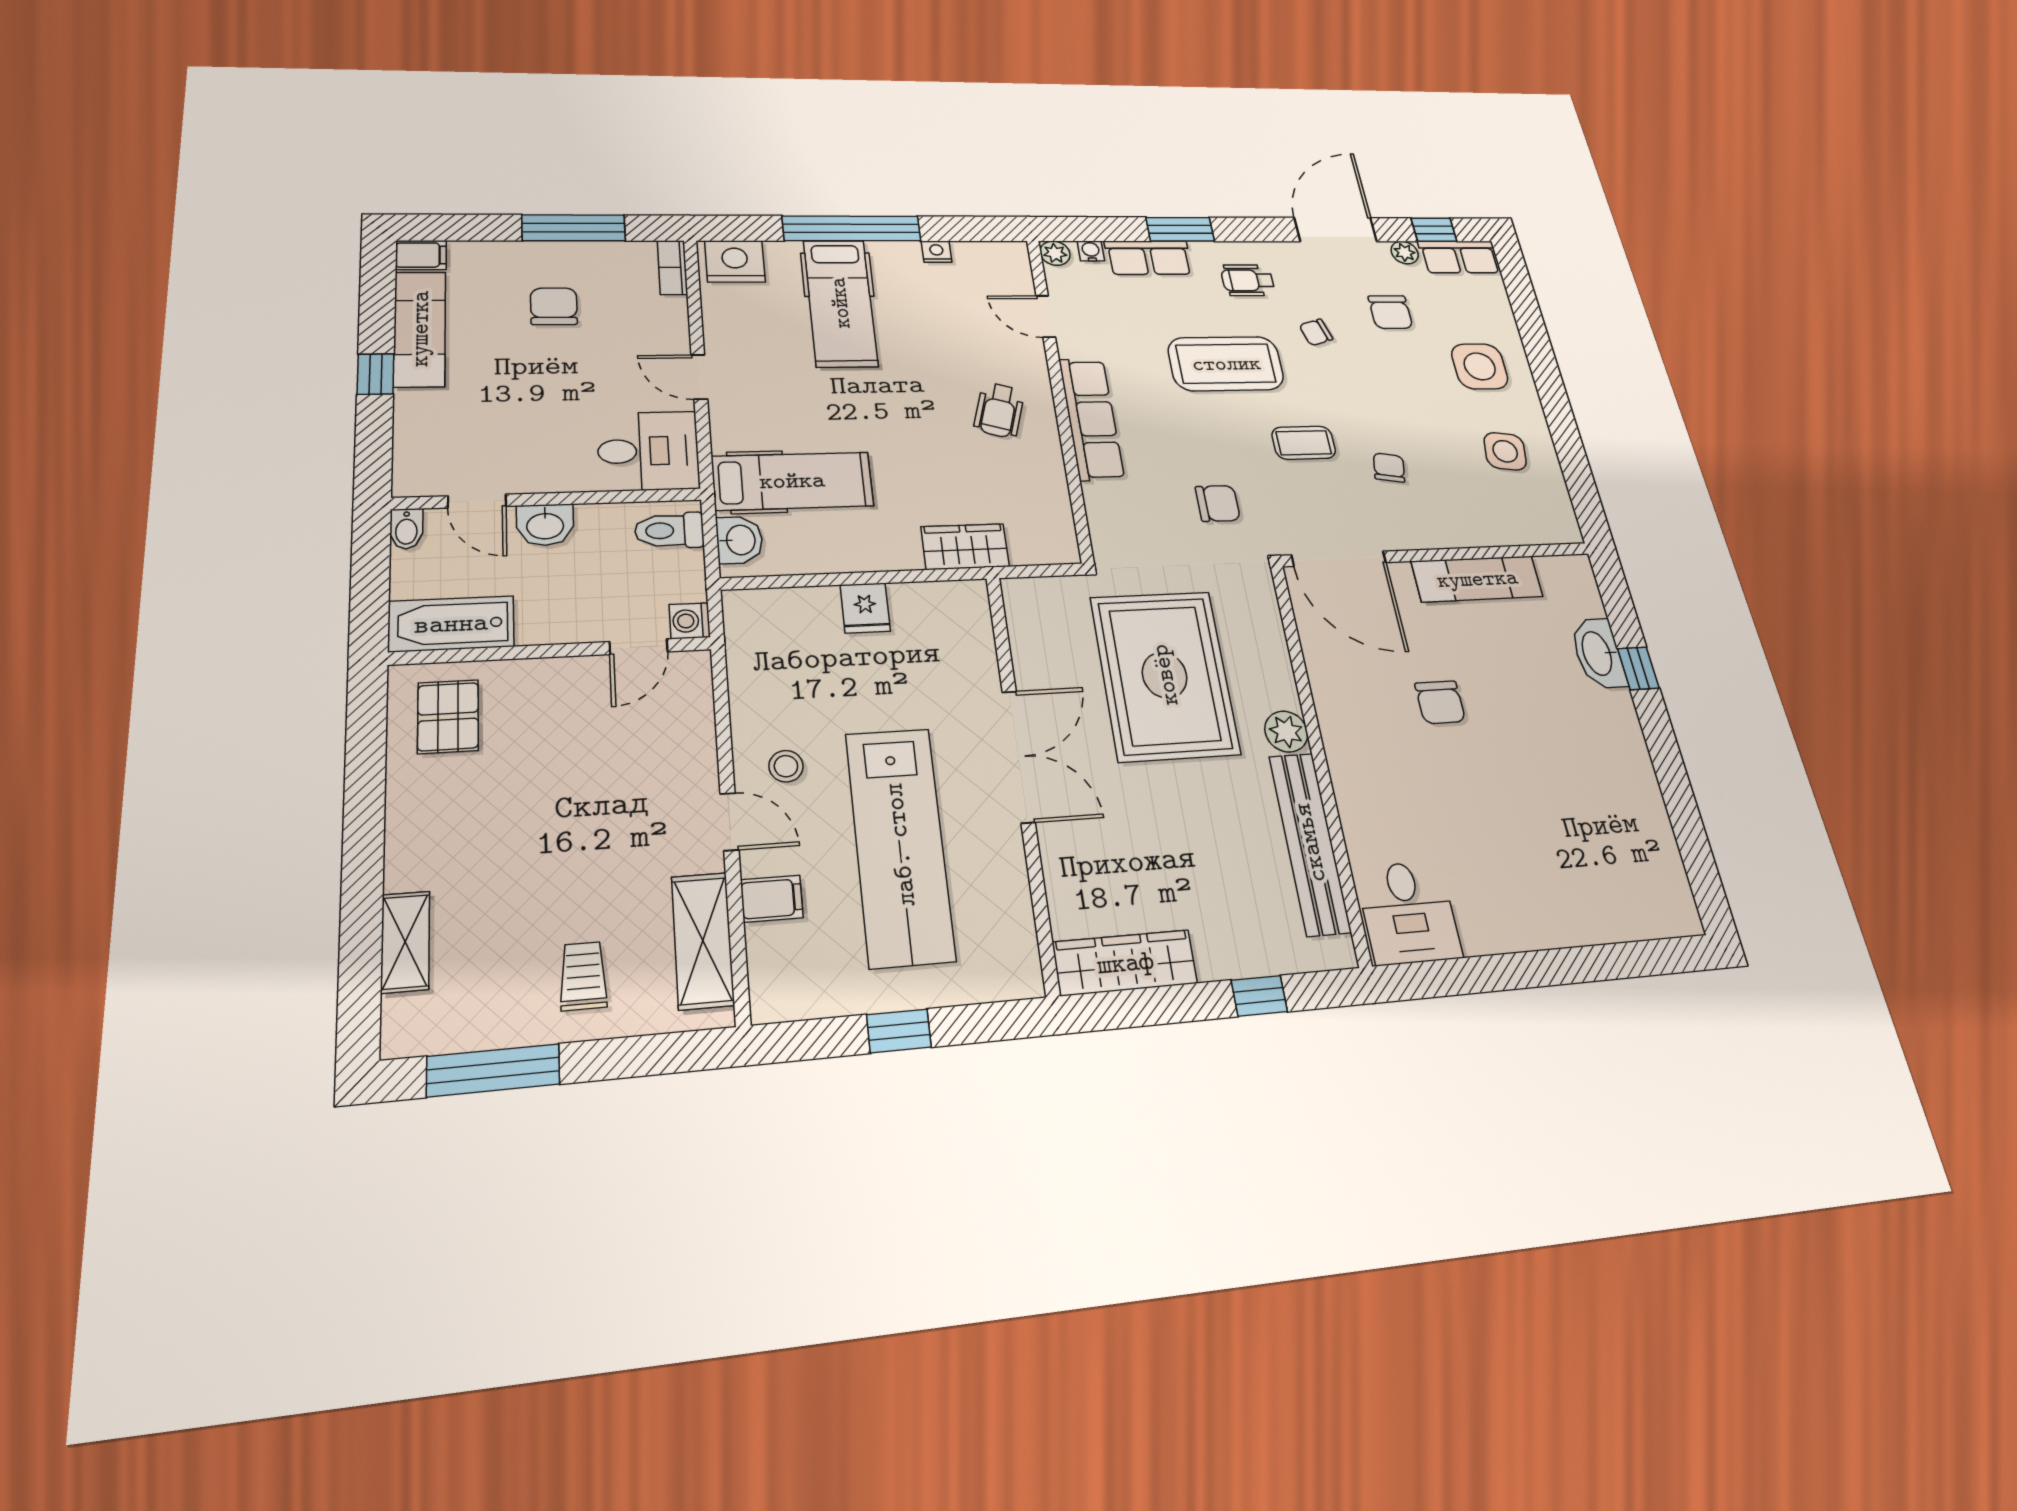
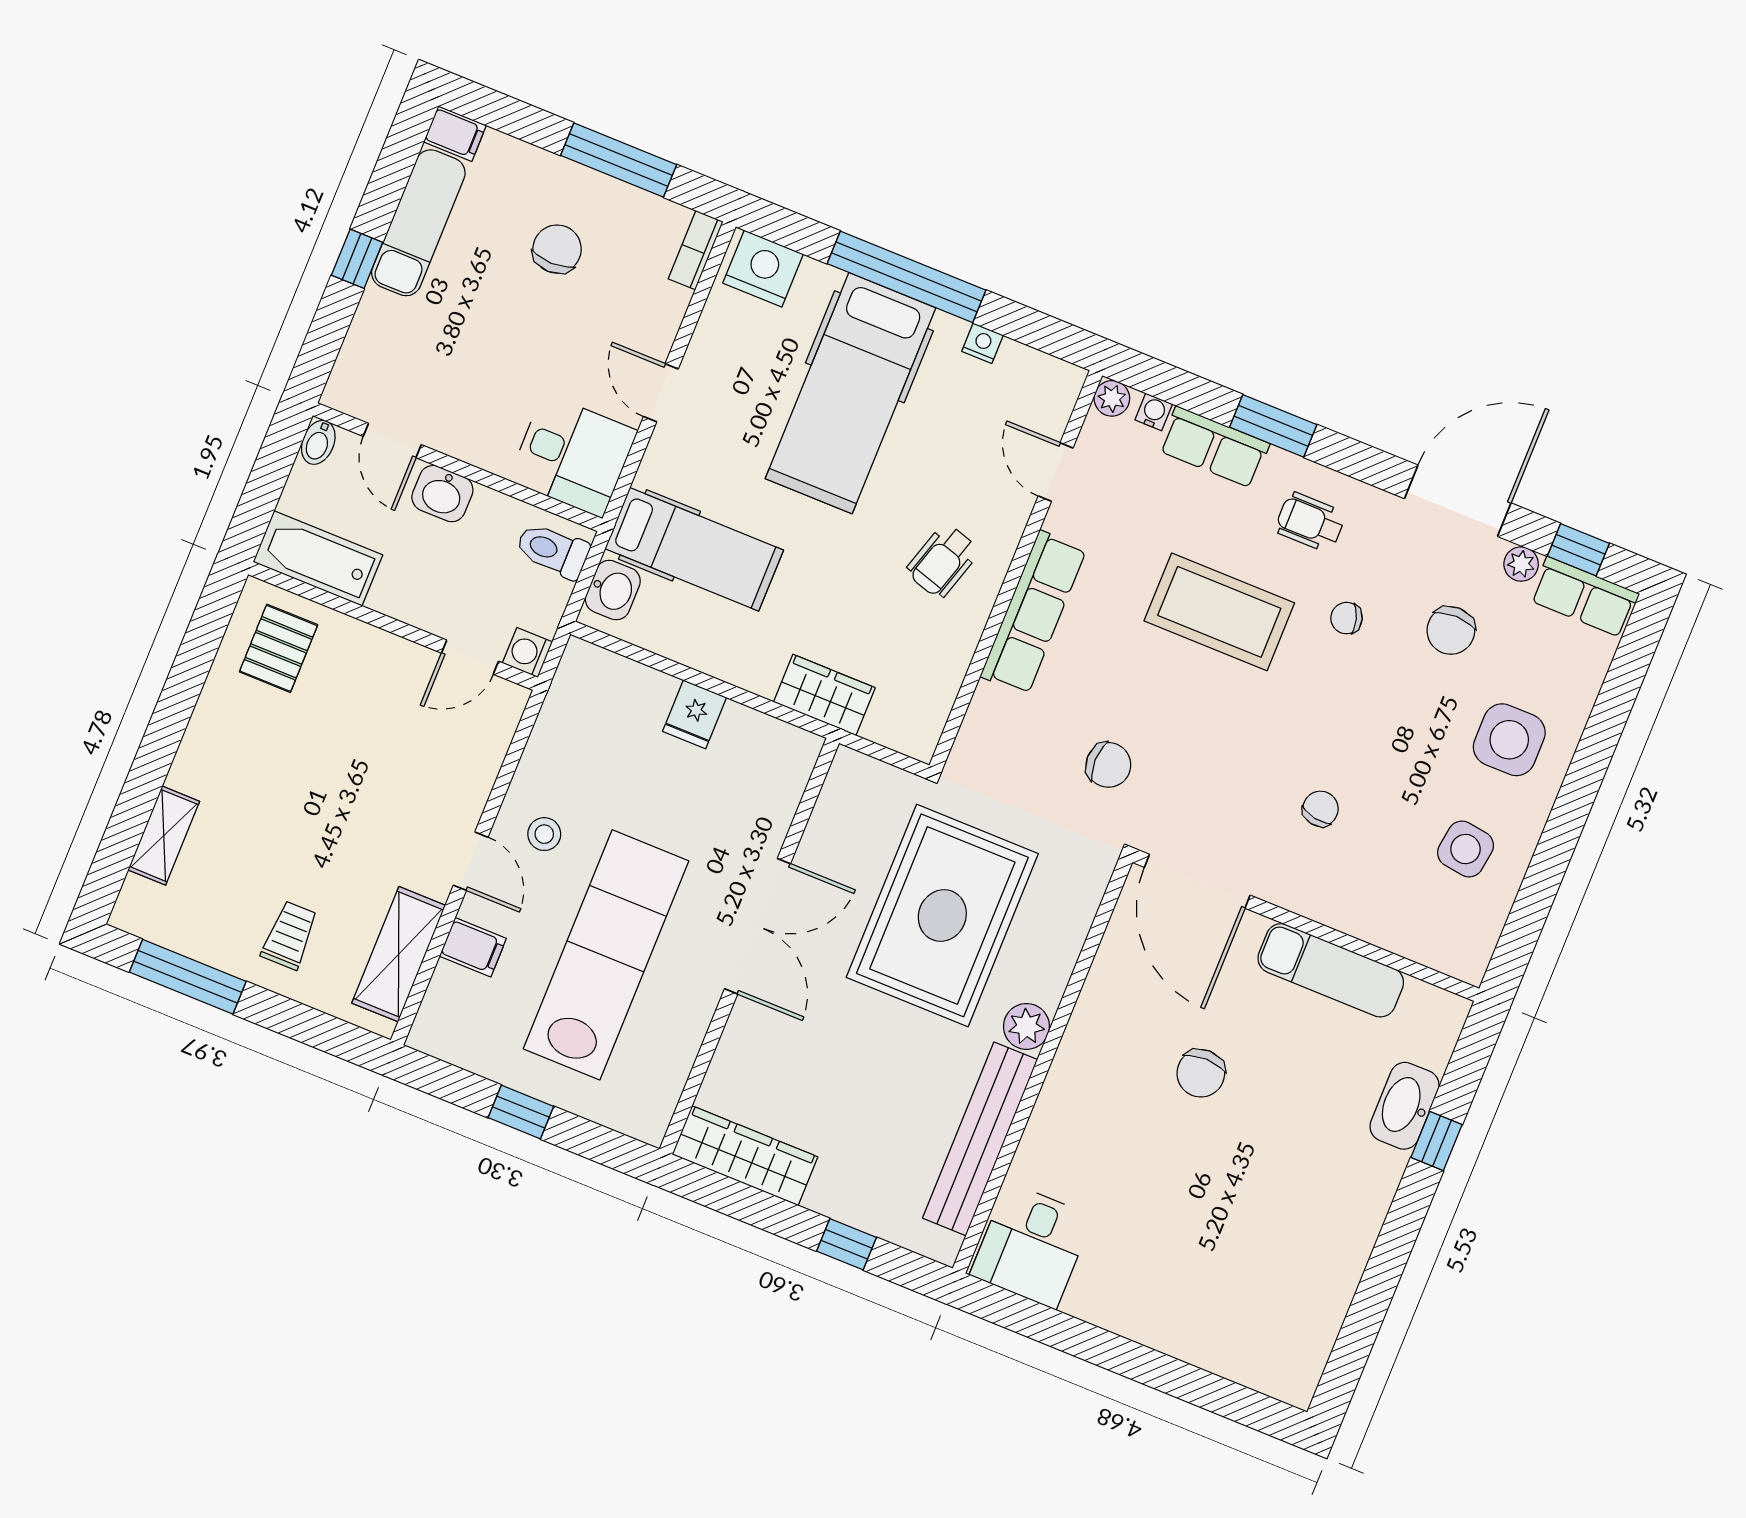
hospital bed: (840, 303) -> (851, 393), width x1.37, depth x1.29
coffee table: (1304, 443) -> (1245, 740), removed
lab bench: (900, 845) -> (606, 955), turned 180

